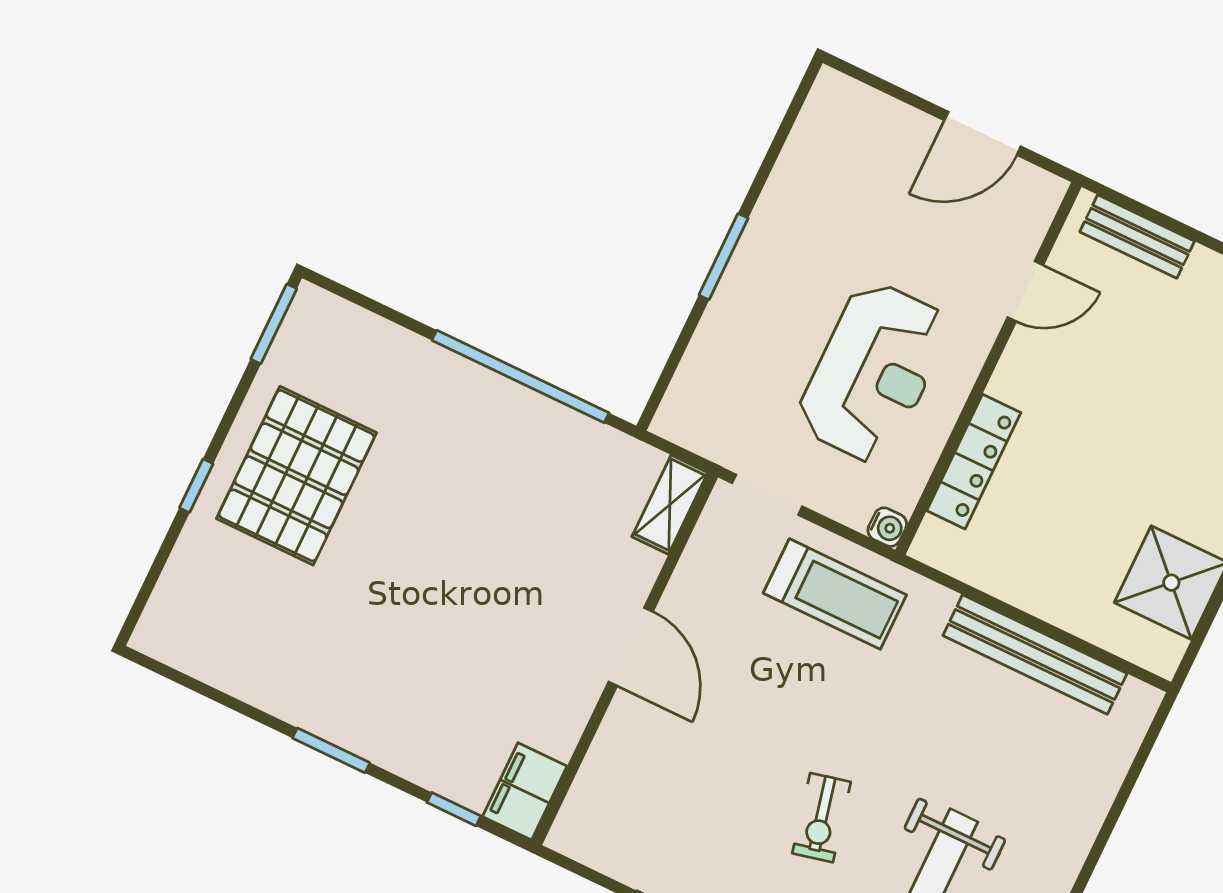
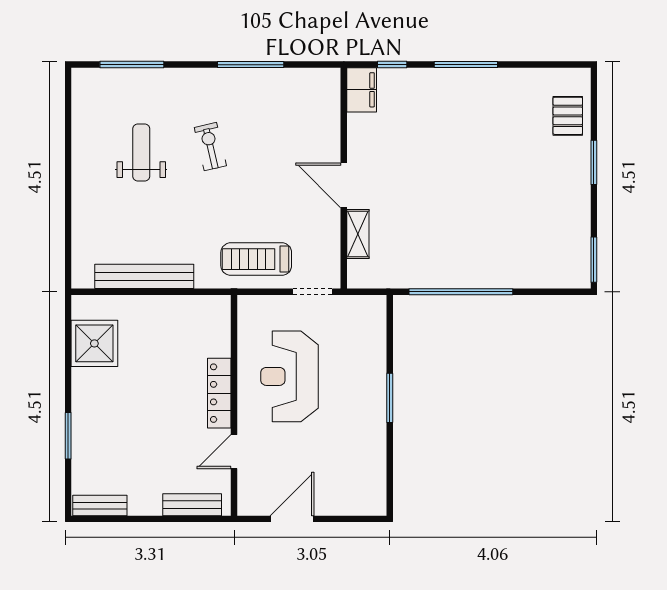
locker: (974, 462) -> (219, 393), moved
pallet: (296, 476) -> (568, 116), moved, width x0.49, depth x0.50
window: (196, 486) -> (594, 162), width x1.50
shelving: (670, 505) -> (358, 234), moved
water cooler: (887, 527) -> (246, 304), removed
window: (331, 750) -> (466, 65), width x1.44

